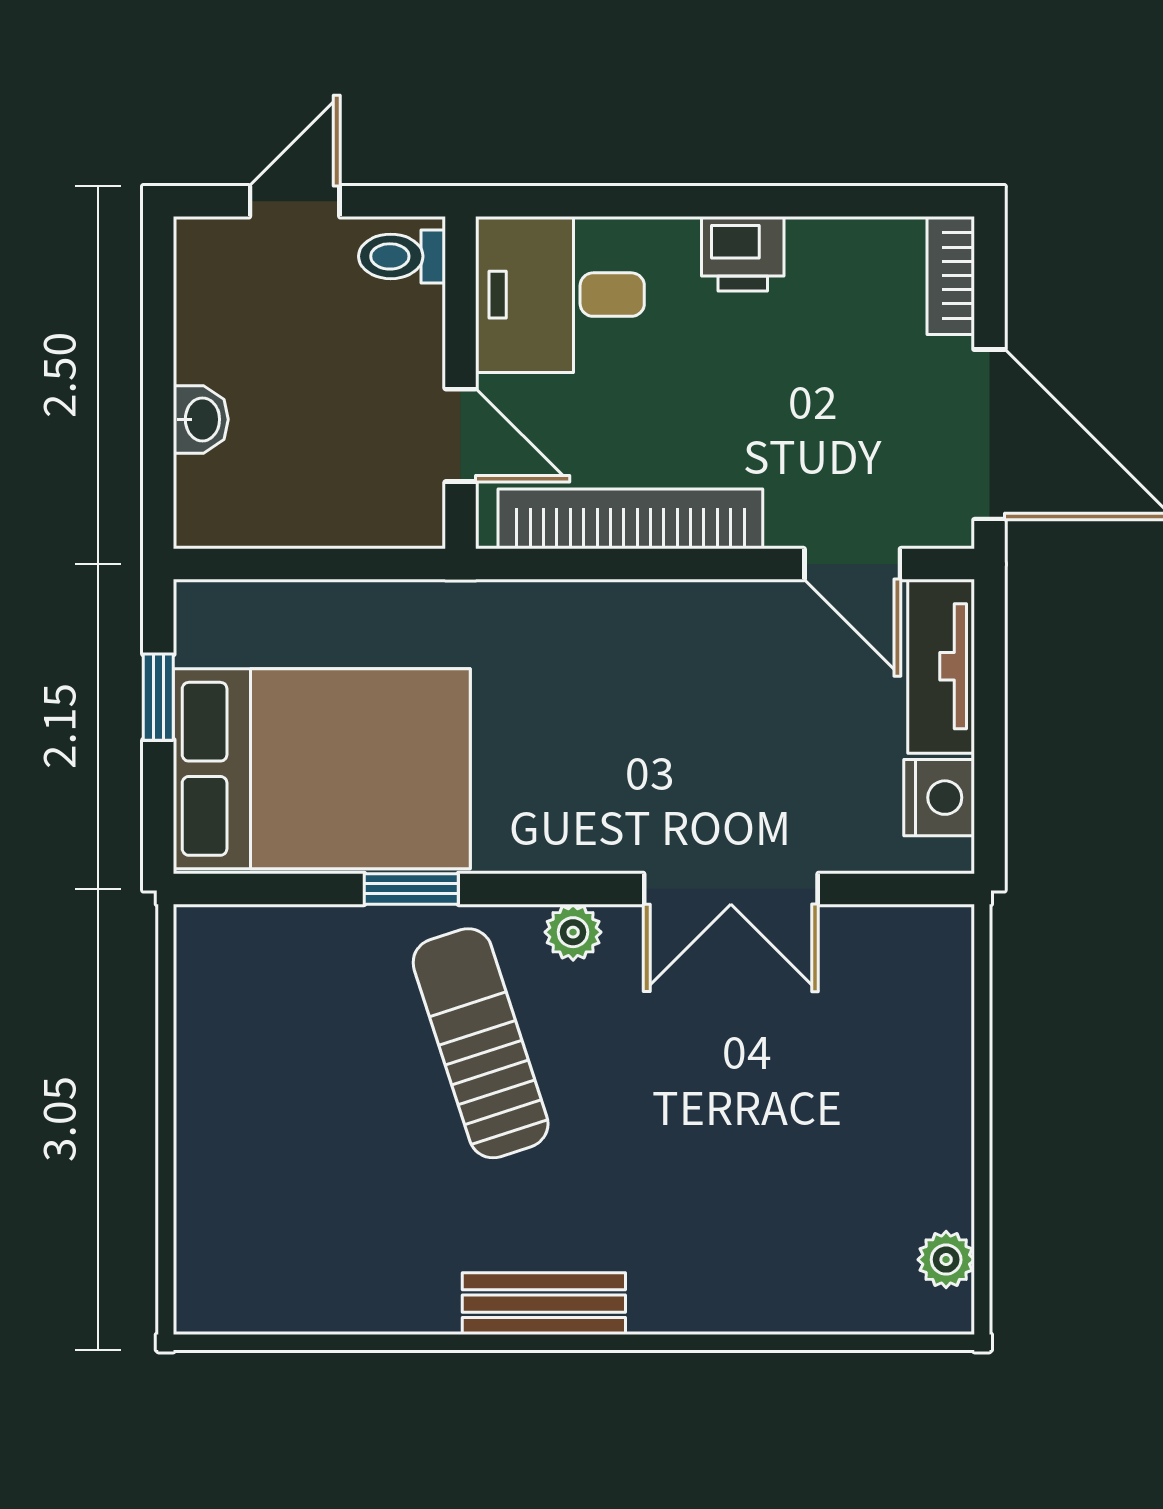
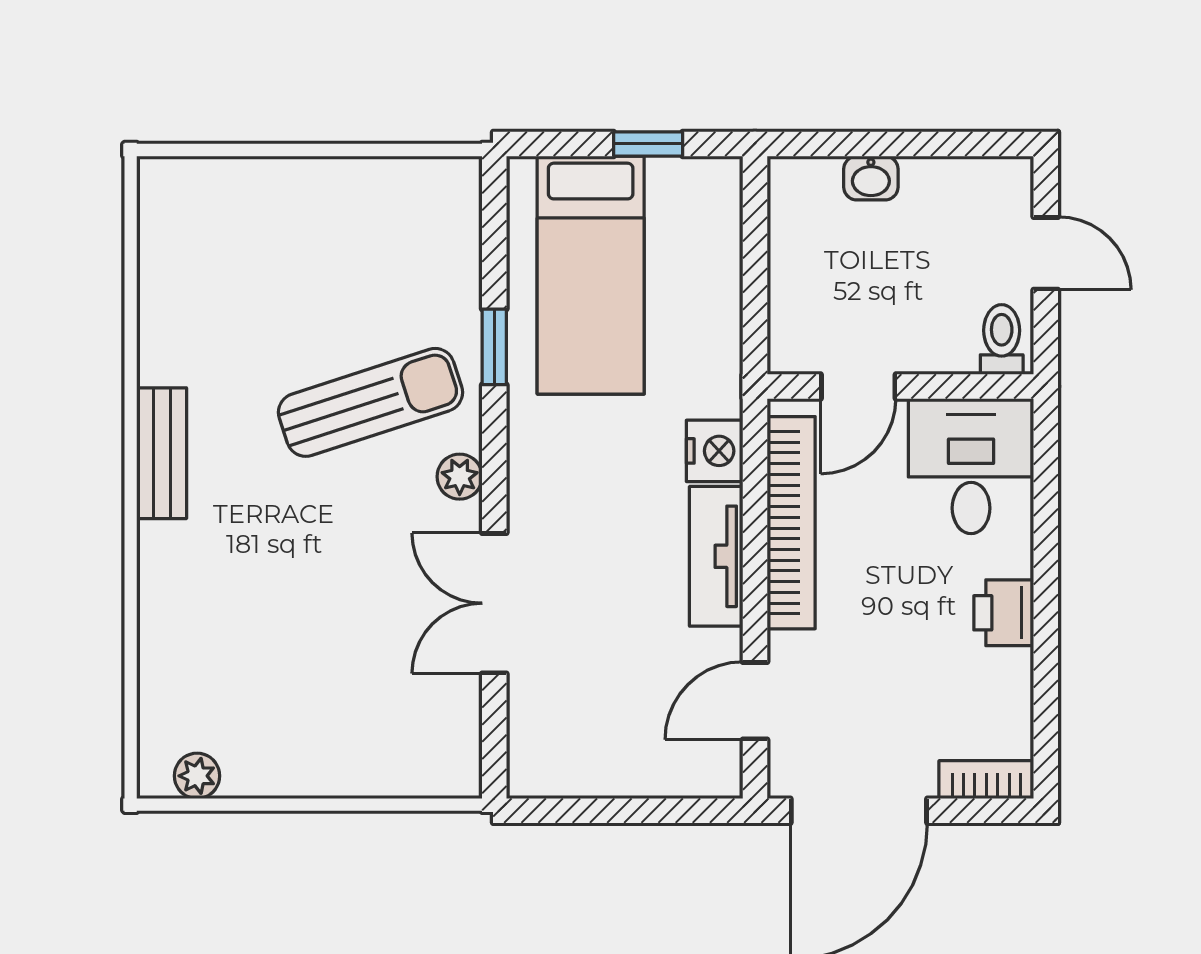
tv unit: (941, 666) -> (716, 556), moved, turned -90
bed: (322, 769) -> (591, 275), width x0.67
nightstand: (939, 798) -> (715, 451), moved, turned -90

